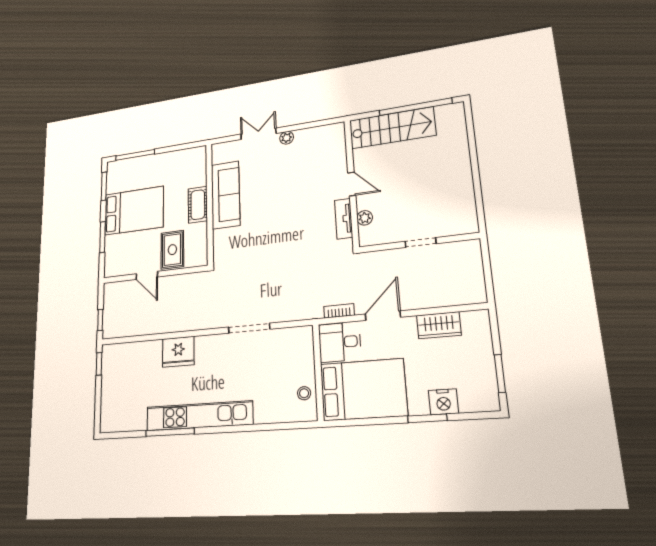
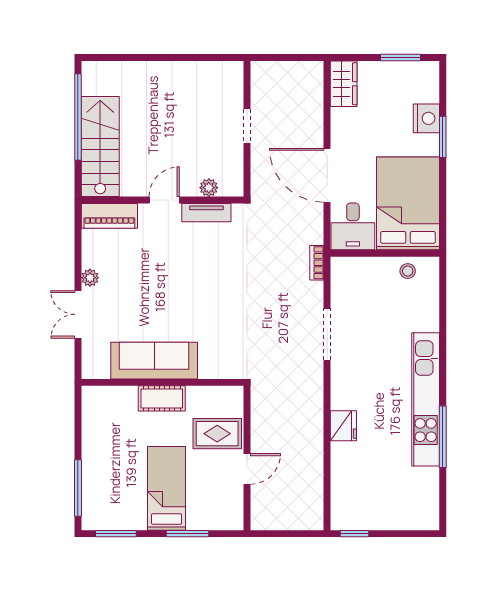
piano: (336, 144) -> (109, 216), added
bed: (134, 211) -> (167, 488), width x0.67
bookcase: (339, 311) -> (317, 263), moved
door: (383, 316) -> (327, 175), width x1.36
window: (100, 320) -> (298, 534), removed
wardrobe: (439, 325) -> (344, 84), moved
fridge: (178, 352) -> (343, 426), width x0.73, depth x0.75

